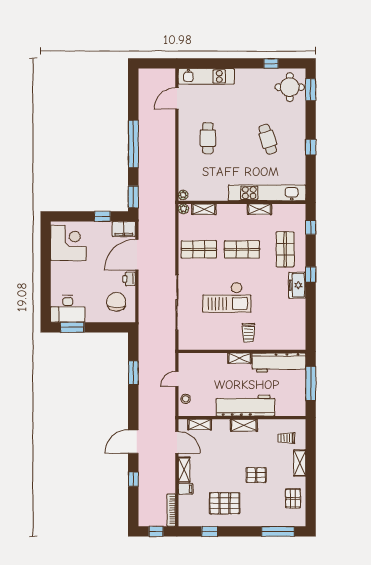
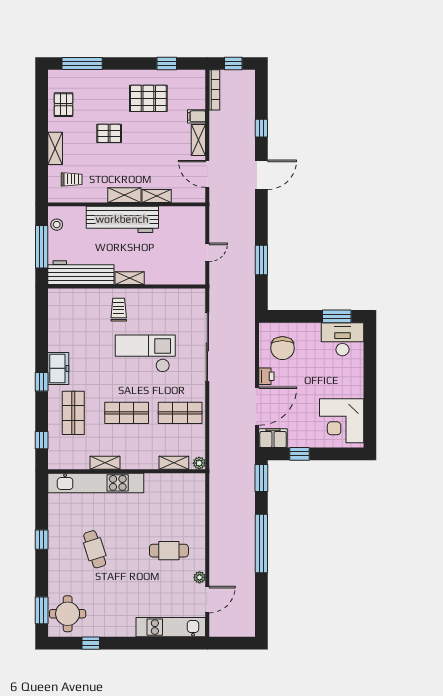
cafe table: (208, 138) -> (169, 551), turned 90
plant: (183, 195) -> (200, 577), moved
stool: (186, 399) -> (57, 225), moved
shelving: (200, 425) -> (157, 196), moved

